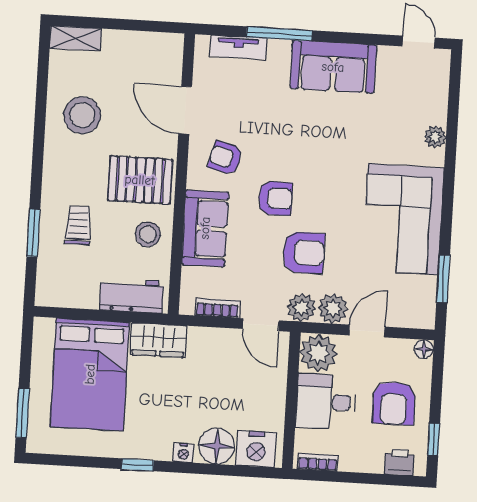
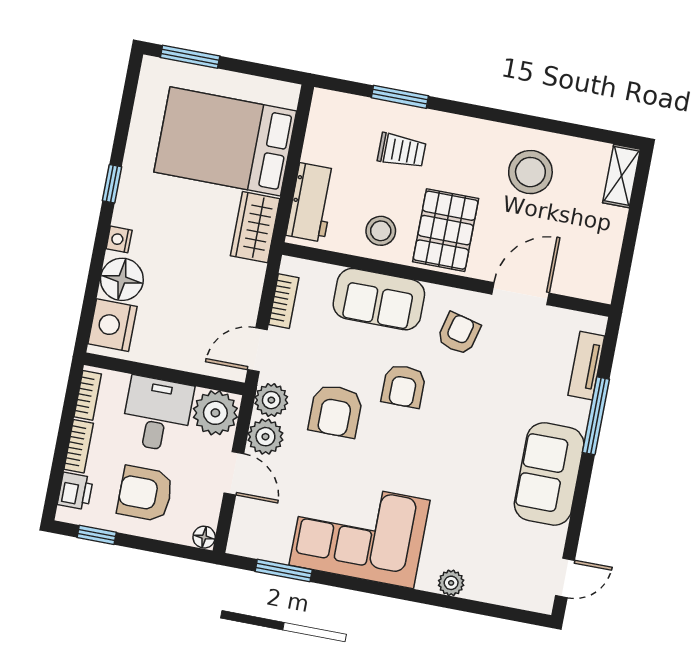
bookcase: (361, 464) -> (79, 446), added

